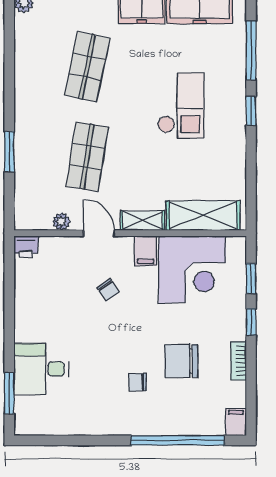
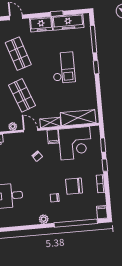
shop shelf: (87, 67) -> (18, 54), turned -30
shop shelf: (87, 157) -> (22, 95), turned -30
plant: (110, 426) -> (44, 219), added

